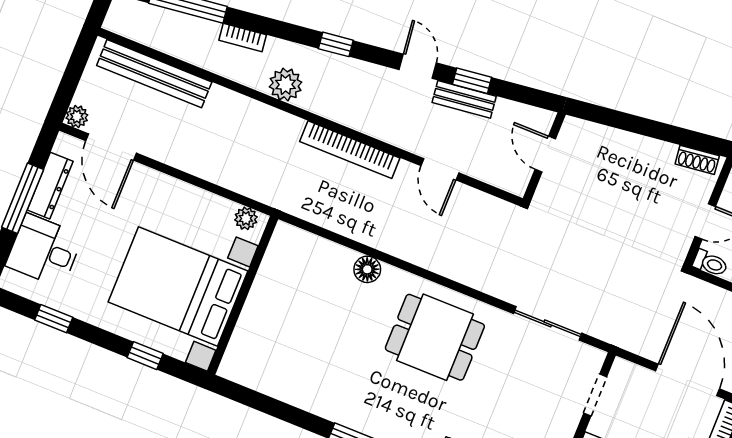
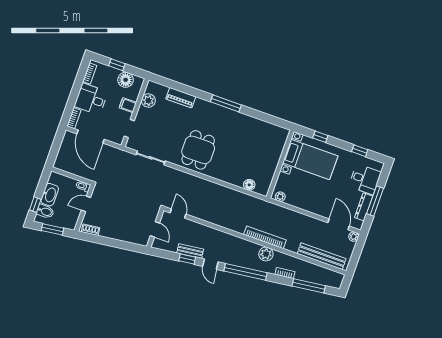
window: (336, 44) -> (245, 272), width x3.17
bookcase: (350, 150) -> (265, 237), moved
door: (440, 169) -> (178, 214), moved
floor lamp: (367, 269) -> (249, 185), moved
bed with nightstands: (178, 286) -> (310, 159), width x0.73
dining table: (435, 337) -> (198, 150), turned 90

